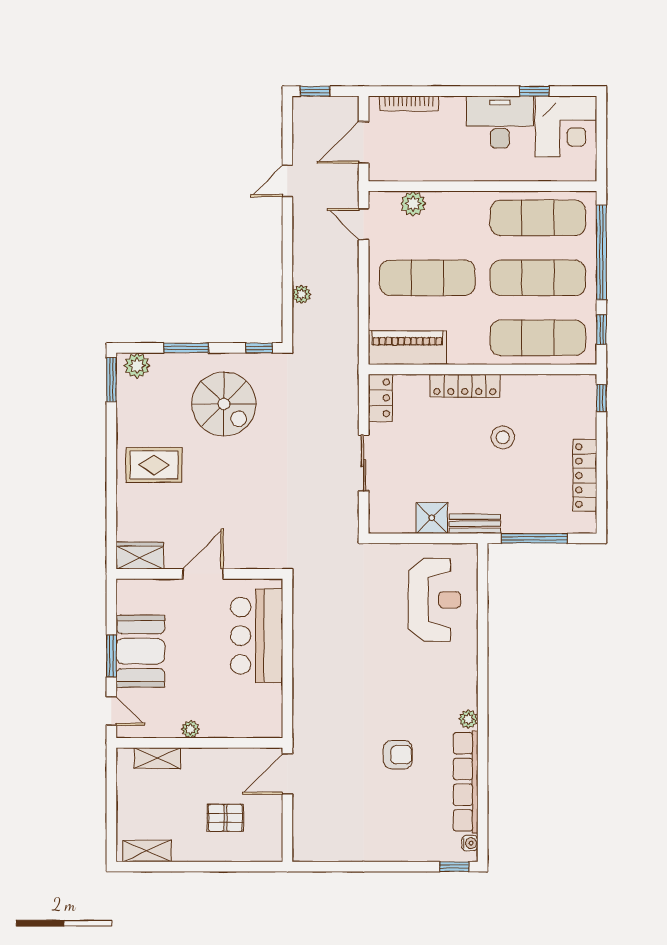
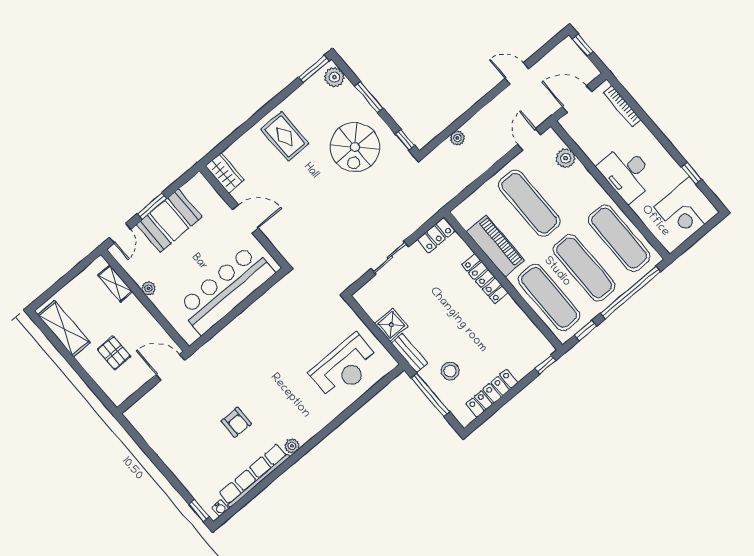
desk: (500, 122) -> (627, 173), moved, turned 180
piano: (407, 348) -> (495, 246), moved
stool: (503, 437) -> (450, 371), moved
bar counter: (257, 636) -> (226, 289), width x1.36
shelving: (147, 851) -> (64, 329), width x1.50, depth x1.33

